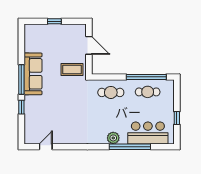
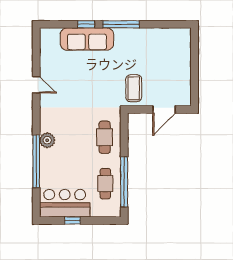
window: (54, 21) -> (195, 66), removed
sofa: (33, 74) -> (87, 39), moved
bar counter: (148, 133) -> (65, 203), moved, turned -90
door: (46, 147) -> (36, 85), moved

